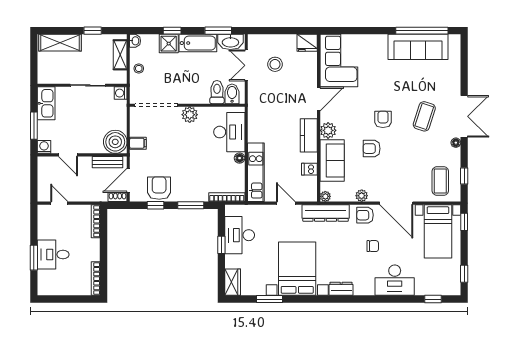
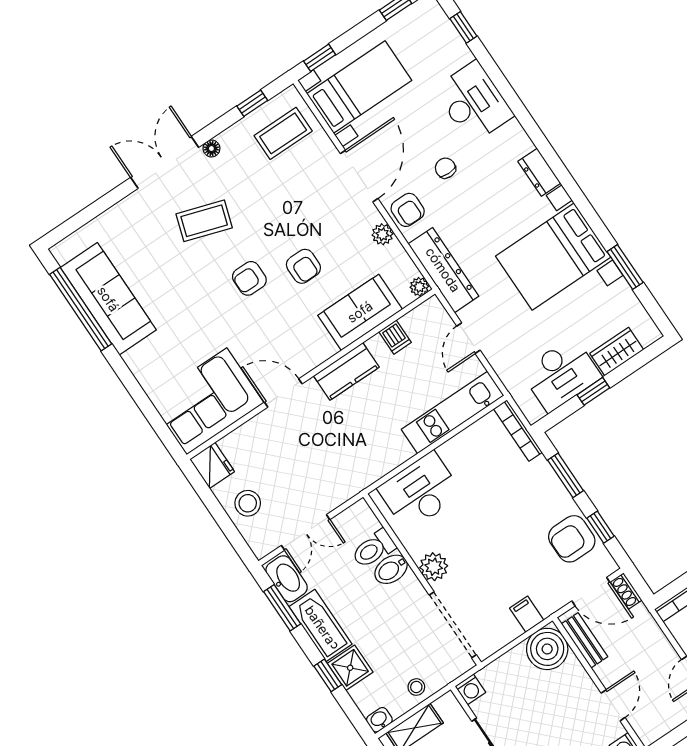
stool: (275, 64) -> (248, 503), moved
bidet: (232, 94) -> (391, 569), moved
plant: (328, 130) -> (320, 348), removed
floor lamp: (240, 158) -> (448, 450), removed
wardrobe: (233, 282) -> (617, 352), moved

